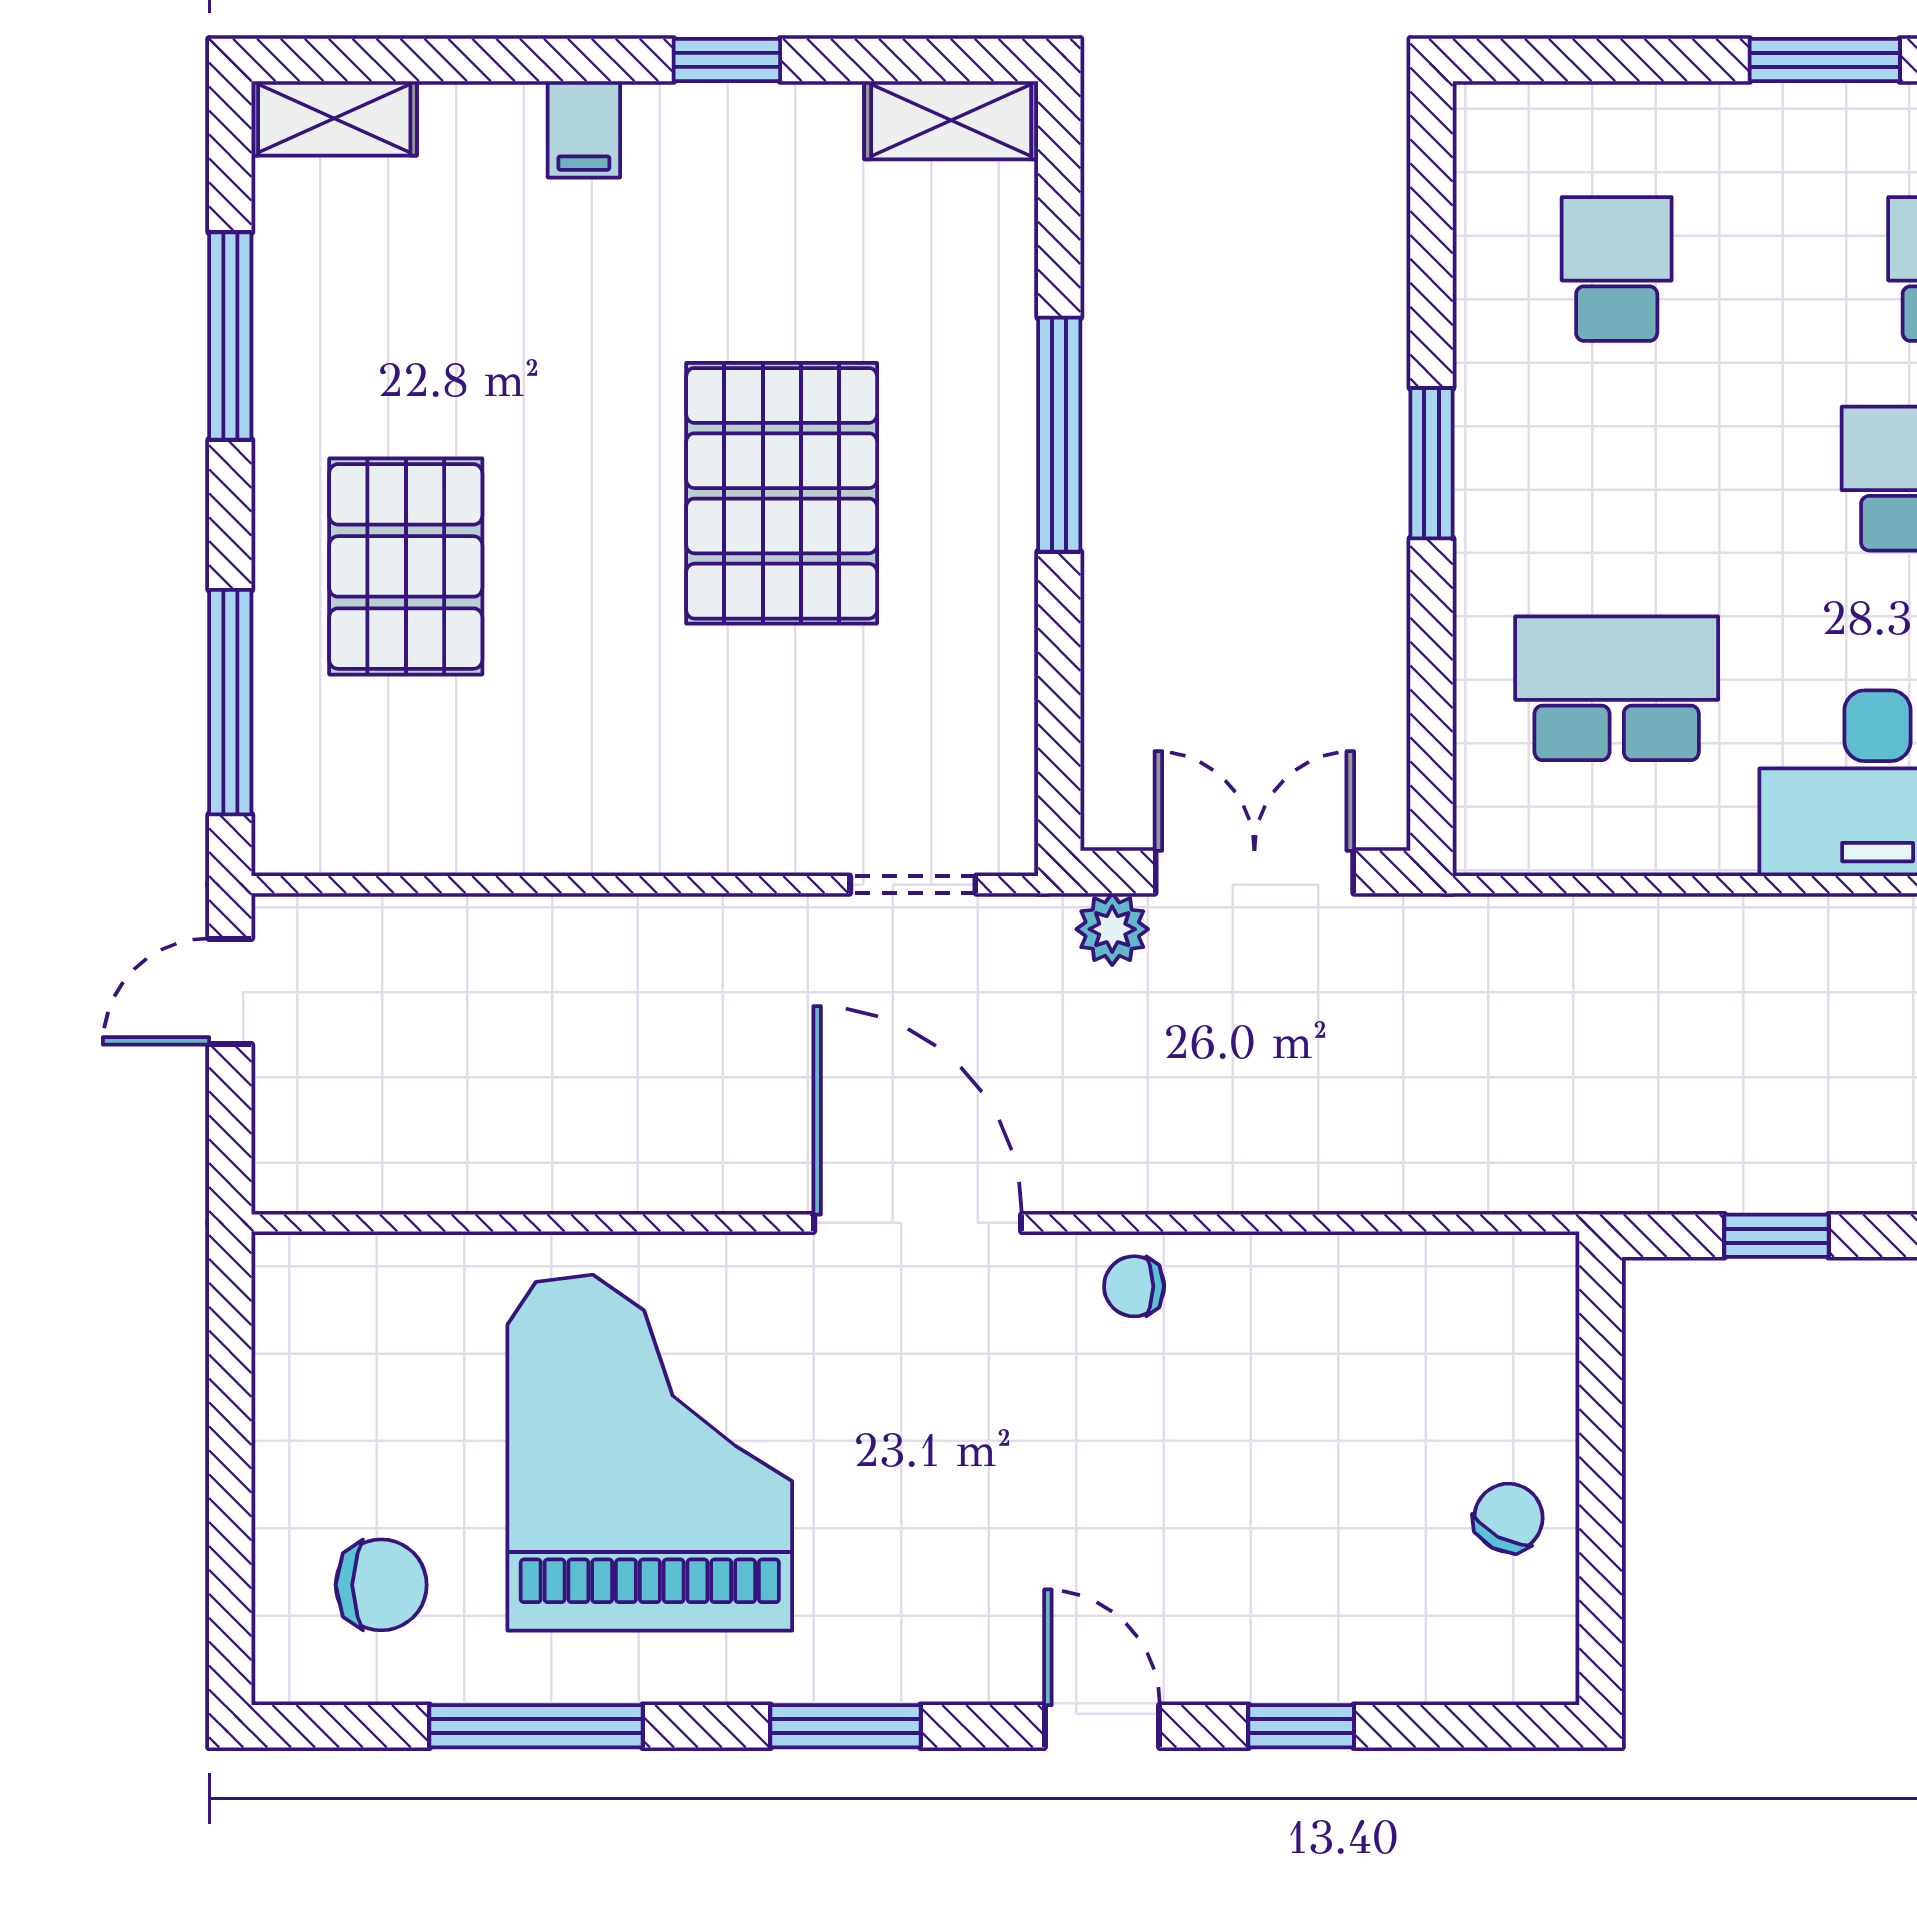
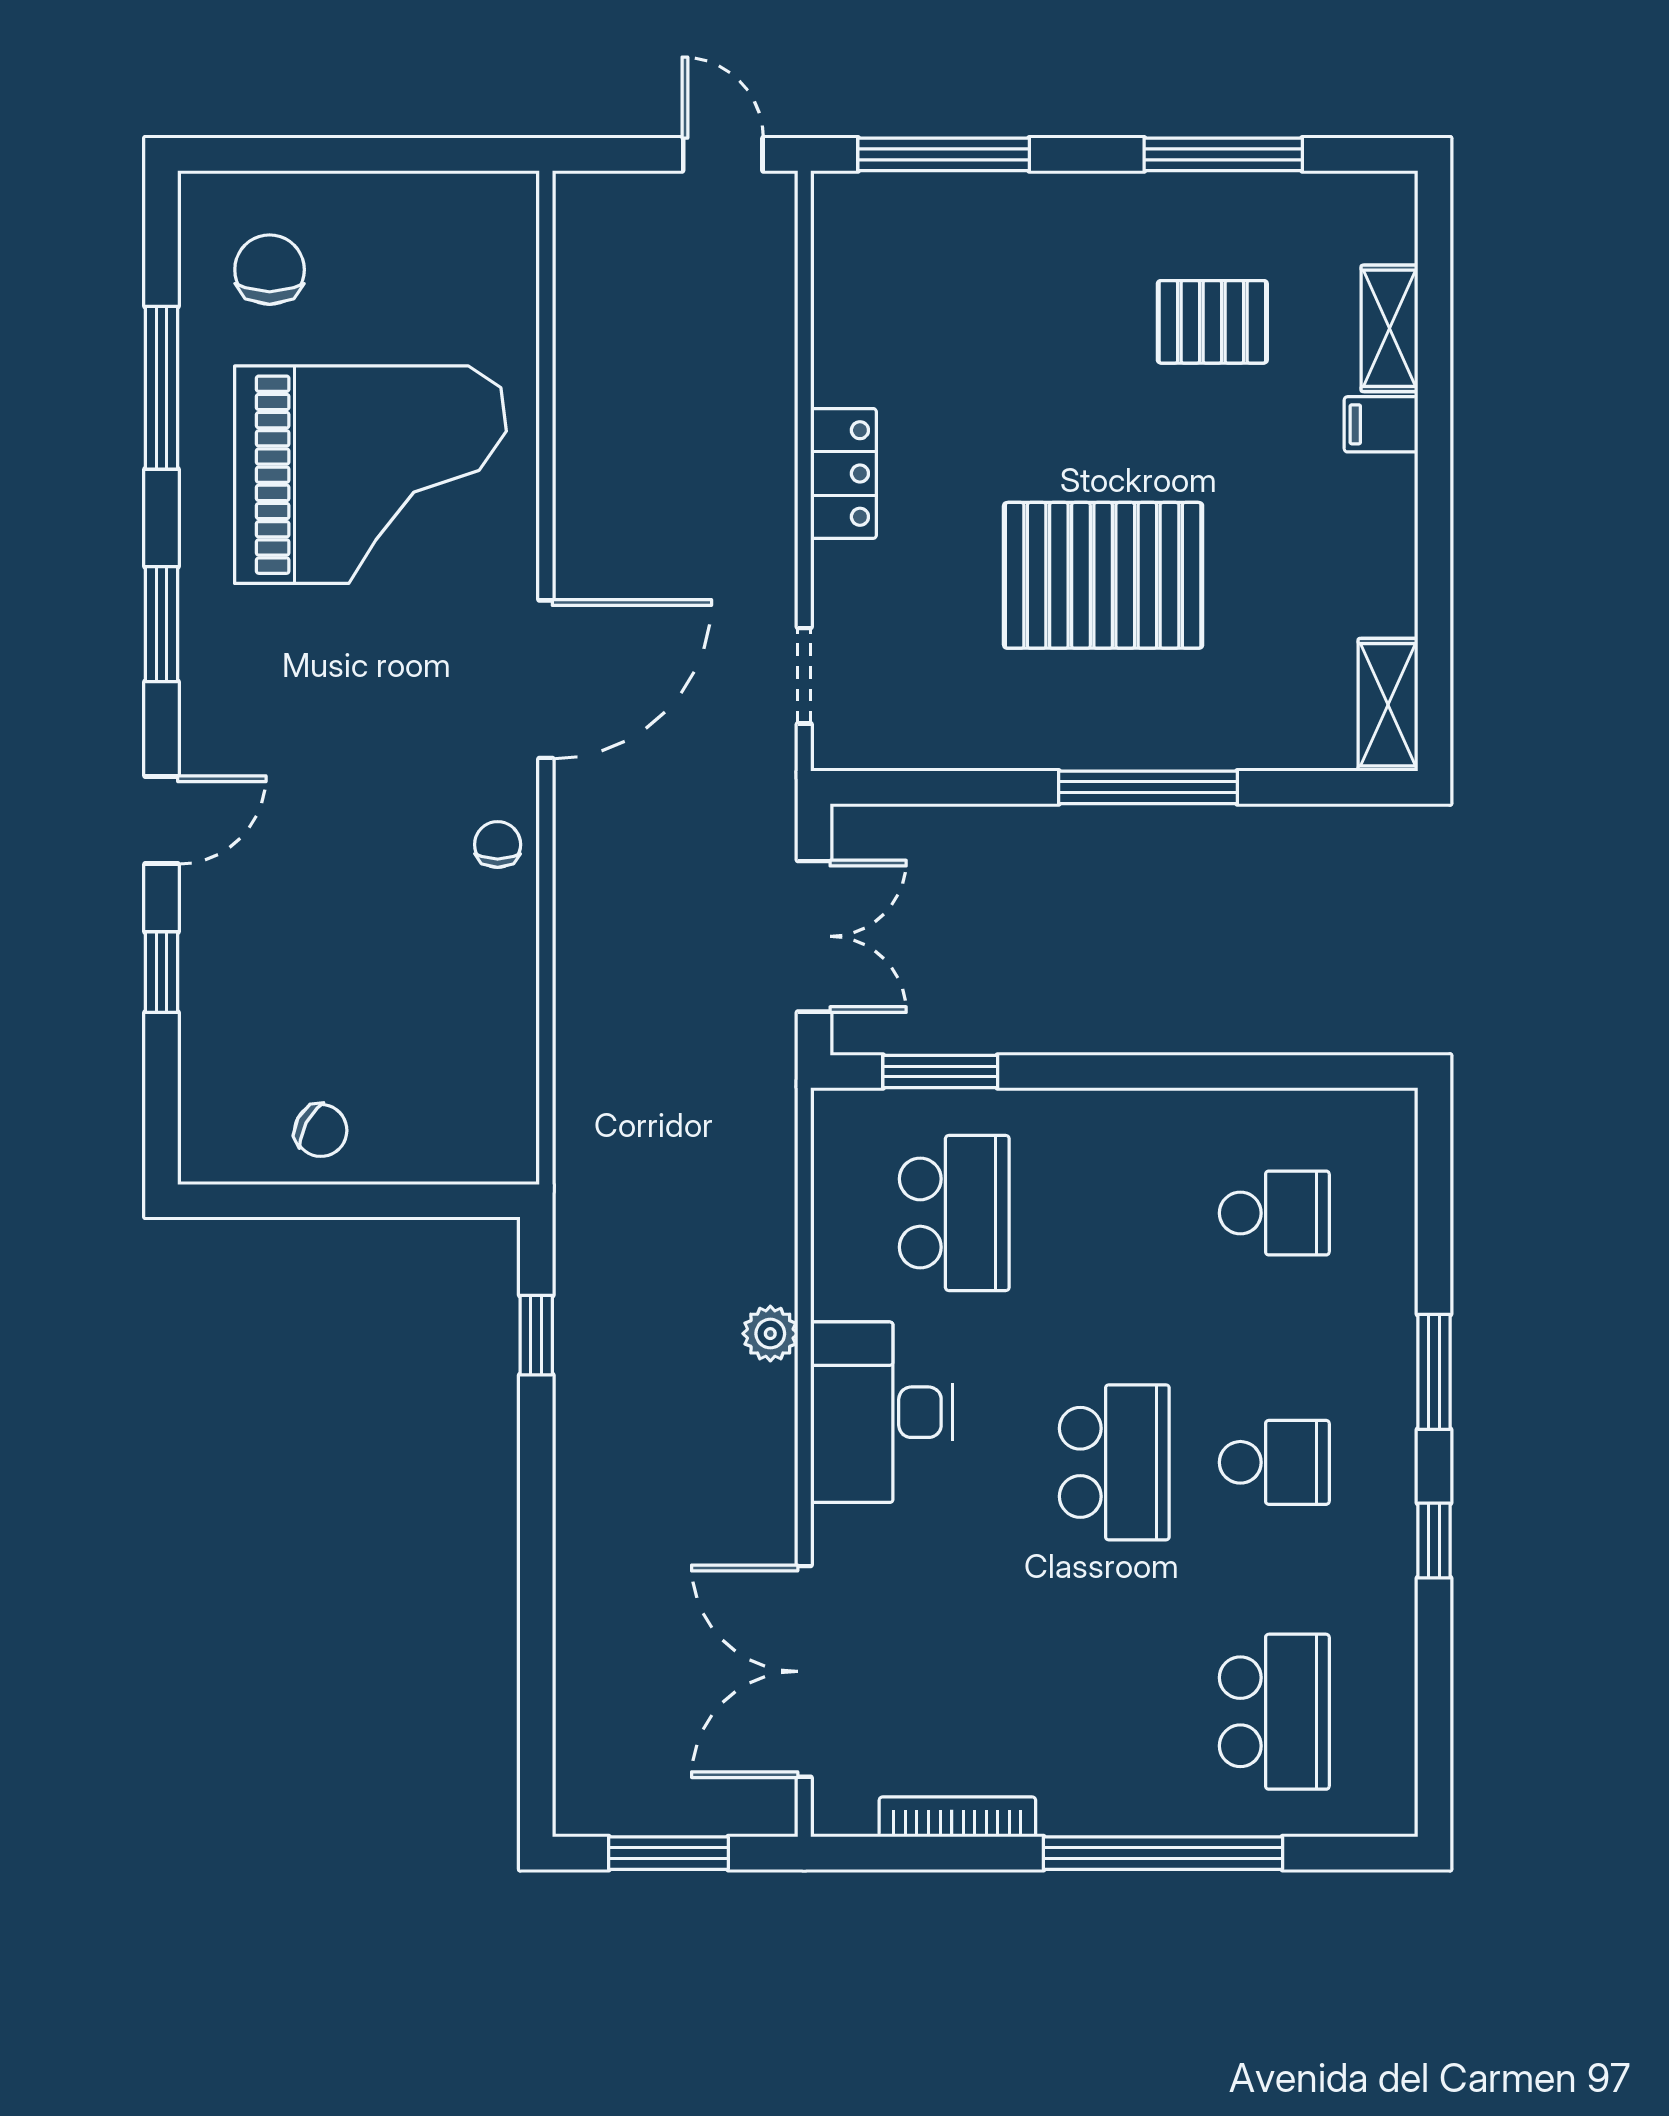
window: (727, 60) -> (1434, 534), removed
shelving: (334, 118) -> (1389, 328), moved
window: (1431, 463) -> (940, 1072), moved
pallet: (406, 566) -> (1212, 322), moved, width x0.67, depth x0.71
locker: (648, 833) -> (844, 473), added
plant: (1112, 929) -> (770, 1334), moved
chair: (381, 1585) -> (270, 270), turned 180

